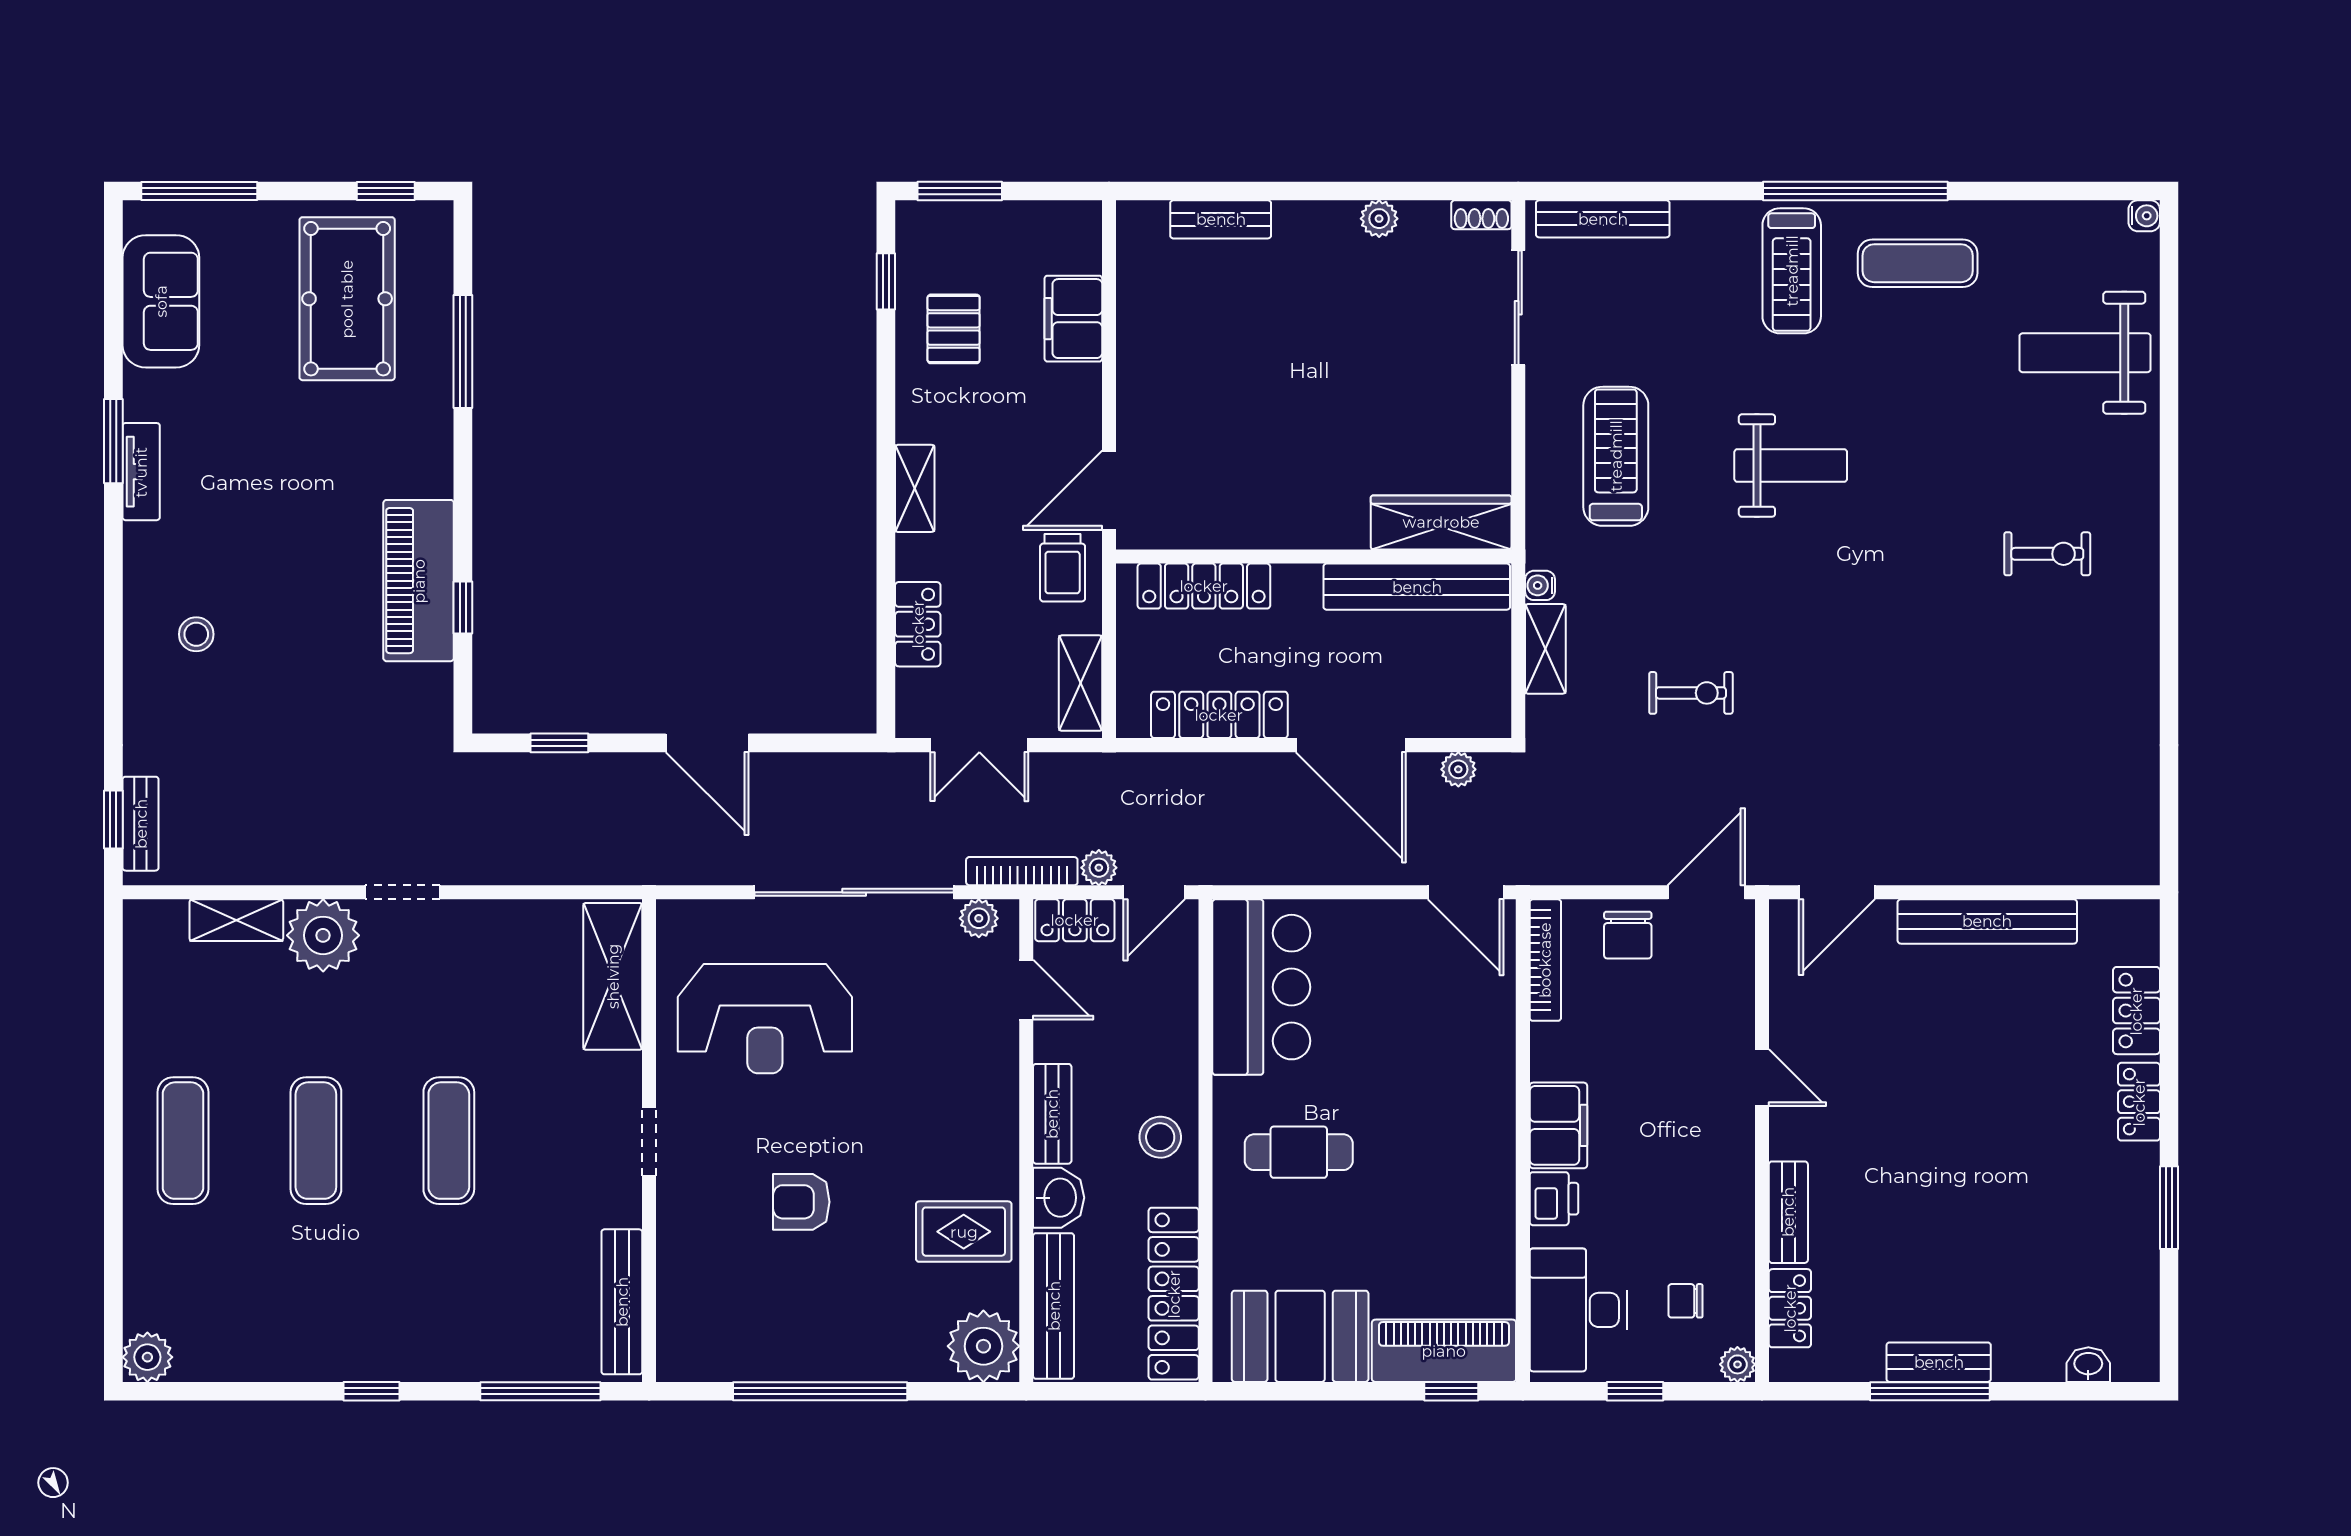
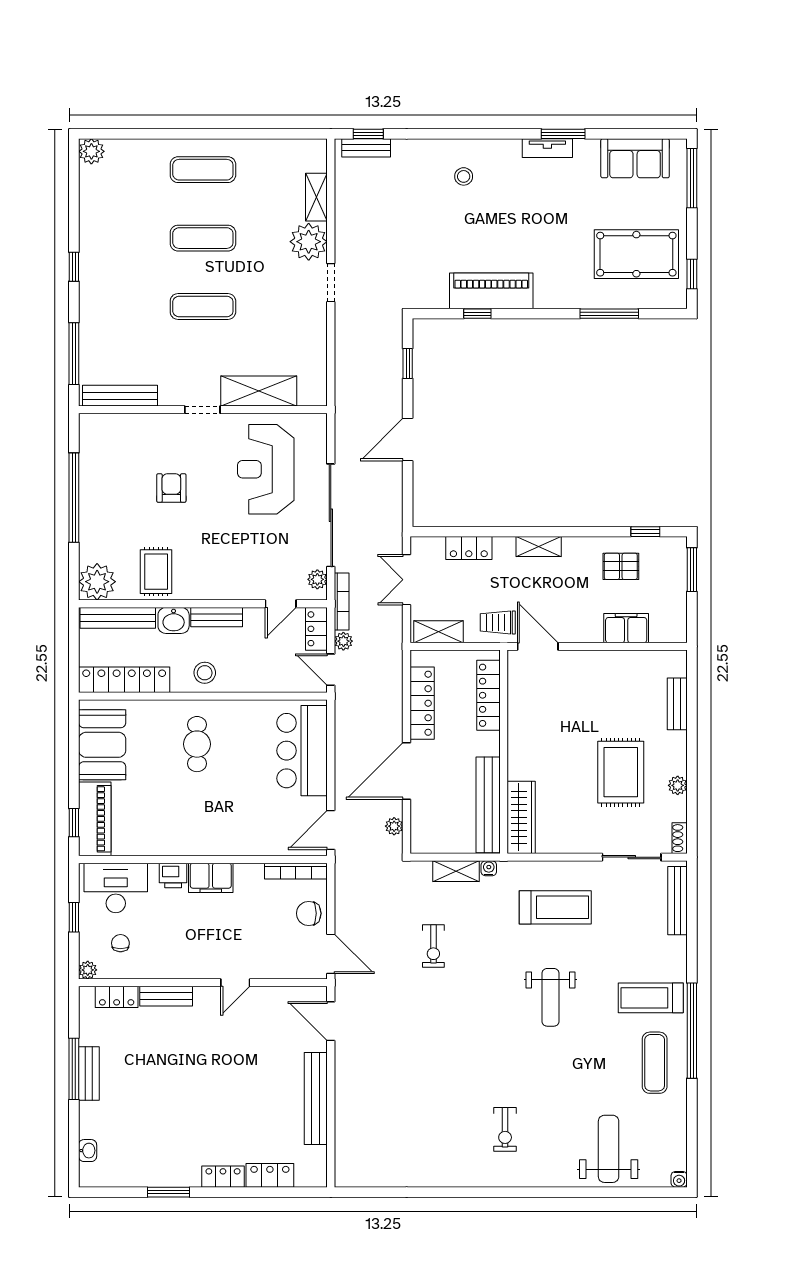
rug: (1353, 329) -> (621, 772), added
shelving: (613, 976) -> (259, 391), moved
bar counter: (1261, 987) -> (302, 751), moved, turned 90

